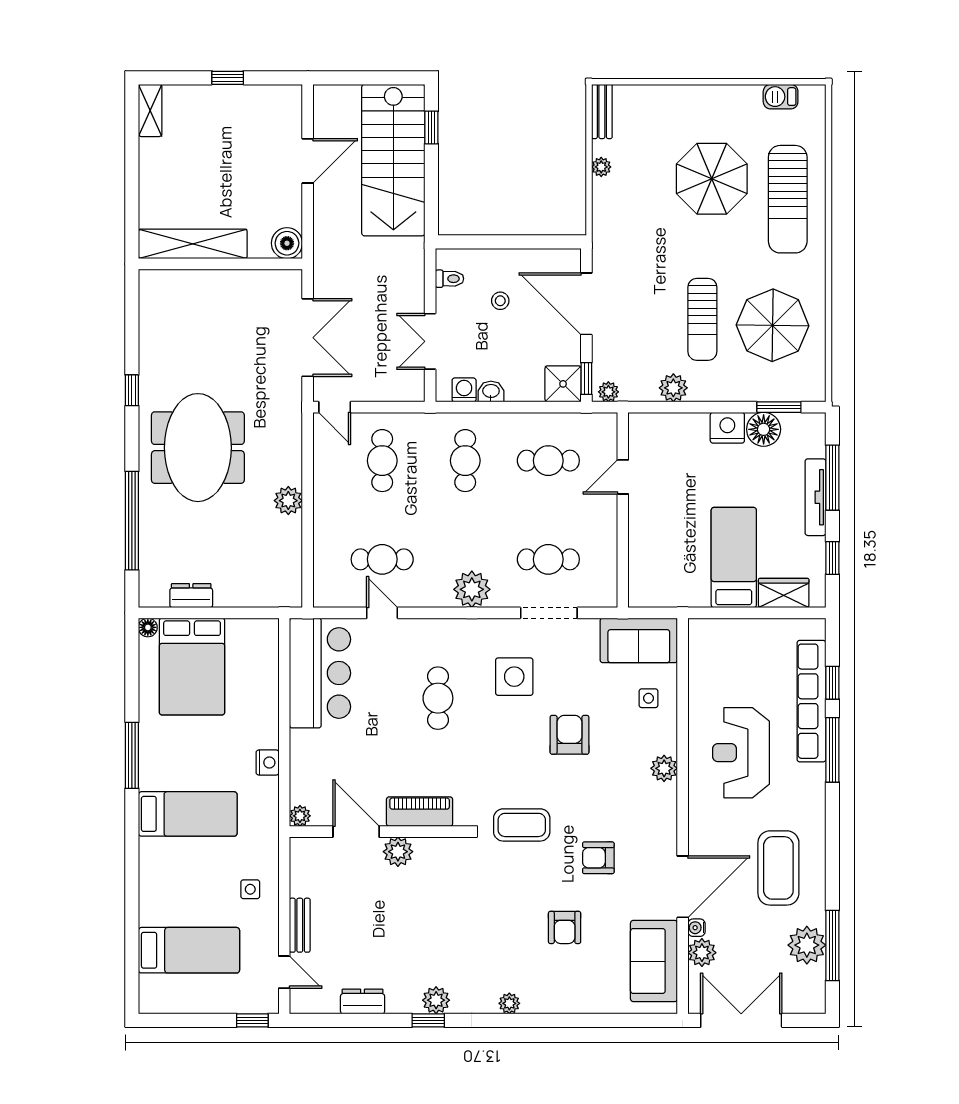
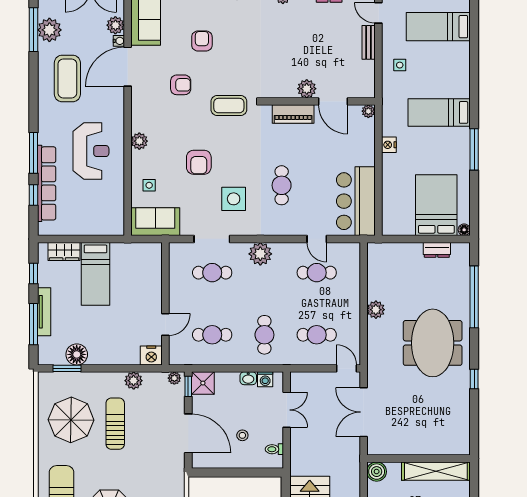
nightstand: (727, 428) -> (151, 355), moved
cafe table: (382, 461) -> (317, 335), turned 90

